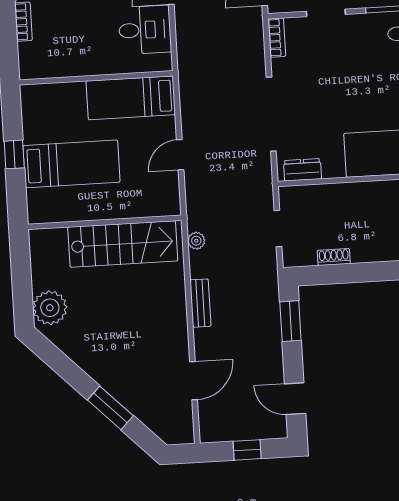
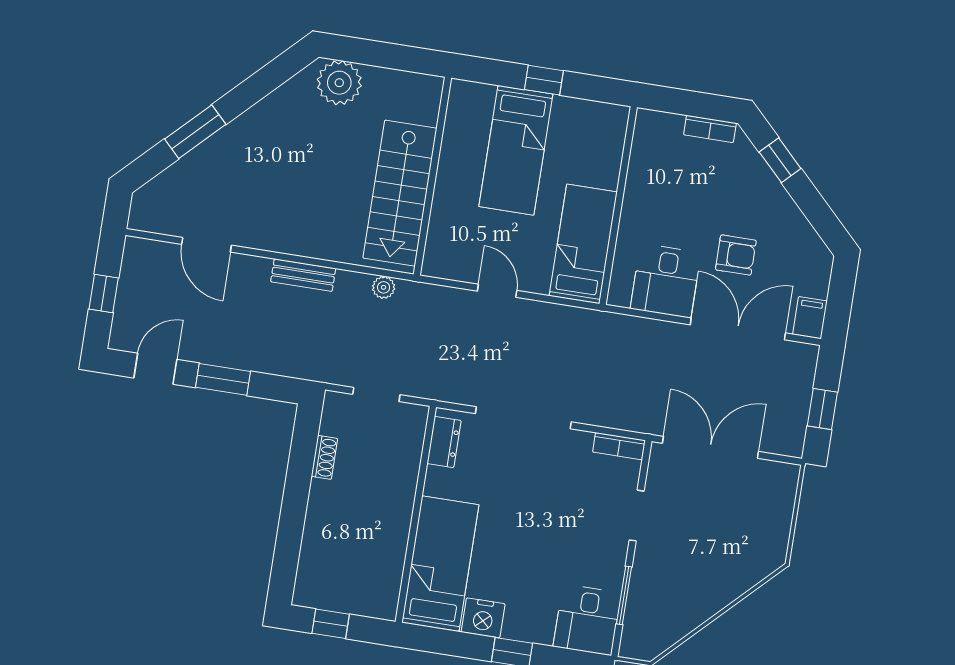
window: (290, 321) -> (223, 379), moved

